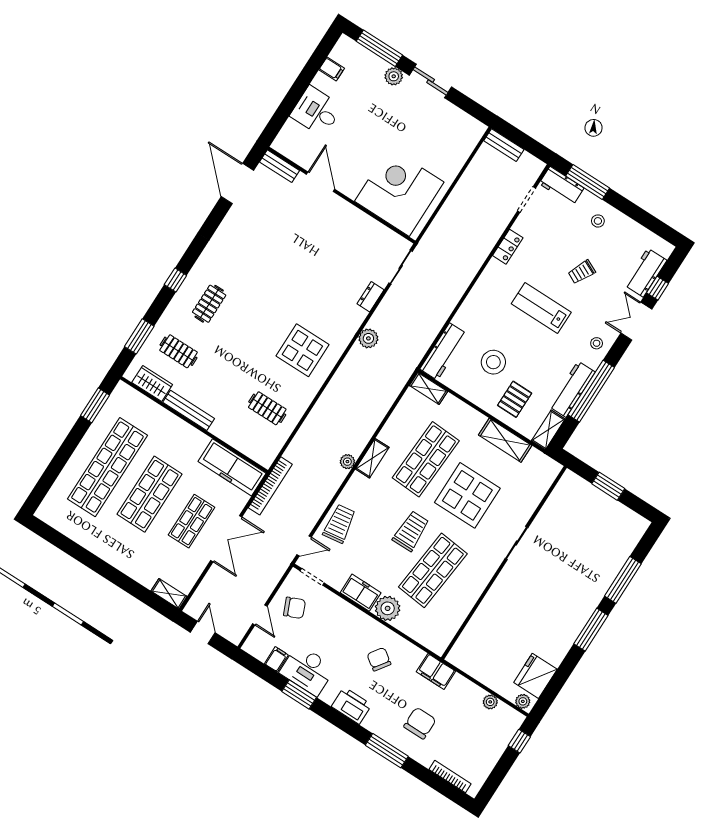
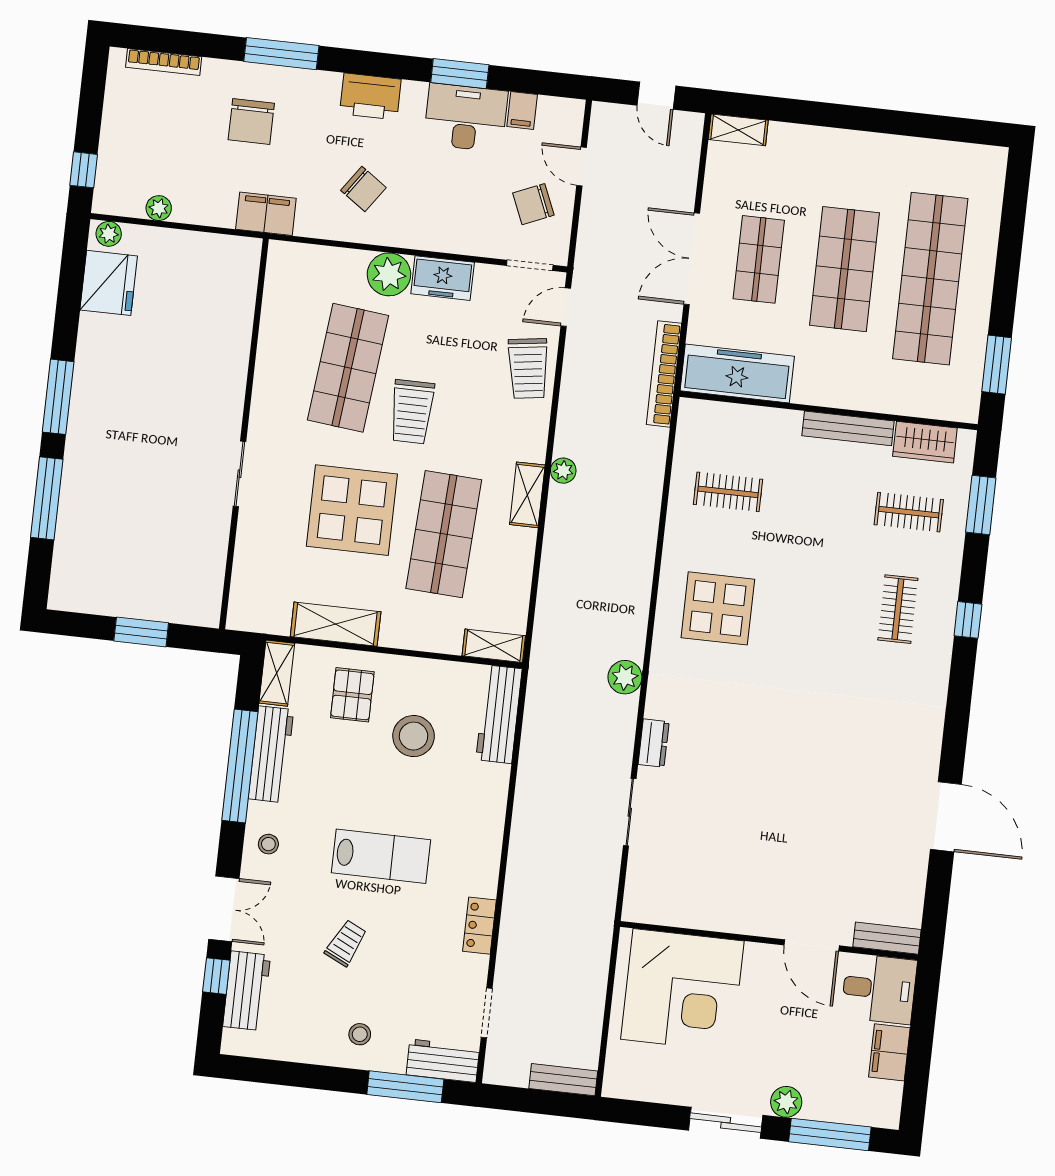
filing cabinet: (332, 69) -> (889, 1052), width x2.00
bench: (280, 166) -> (887, 938), moved
door: (321, 182) -> (812, 945), moved
corner desk: (399, 192) -> (682, 990), moved
wall: (341, 195) -> (769, 941), moved

